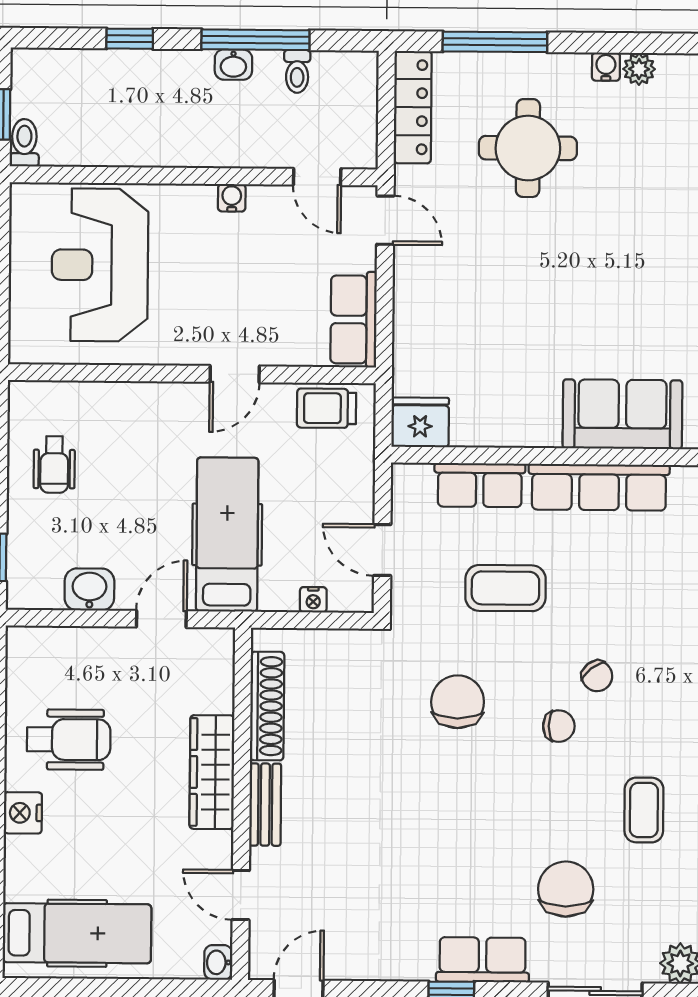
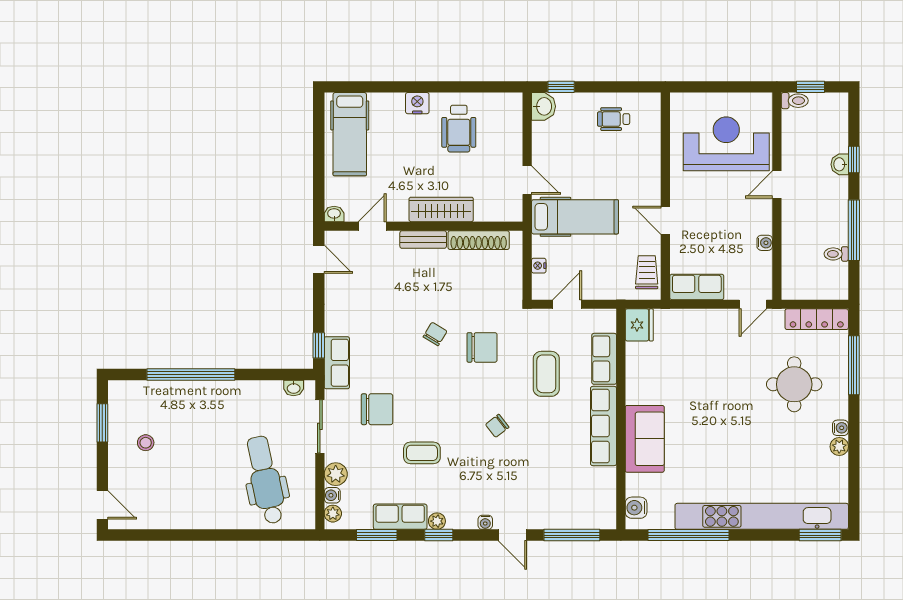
washbasin: (233, 65) -> (840, 164), moved
door: (317, 177) -> (777, 184), moved
water cooler: (232, 198) -> (765, 243), moved
washbasin: (89, 589) -> (543, 106), moved
chair: (559, 726) -> (435, 334), moved, turned -149

